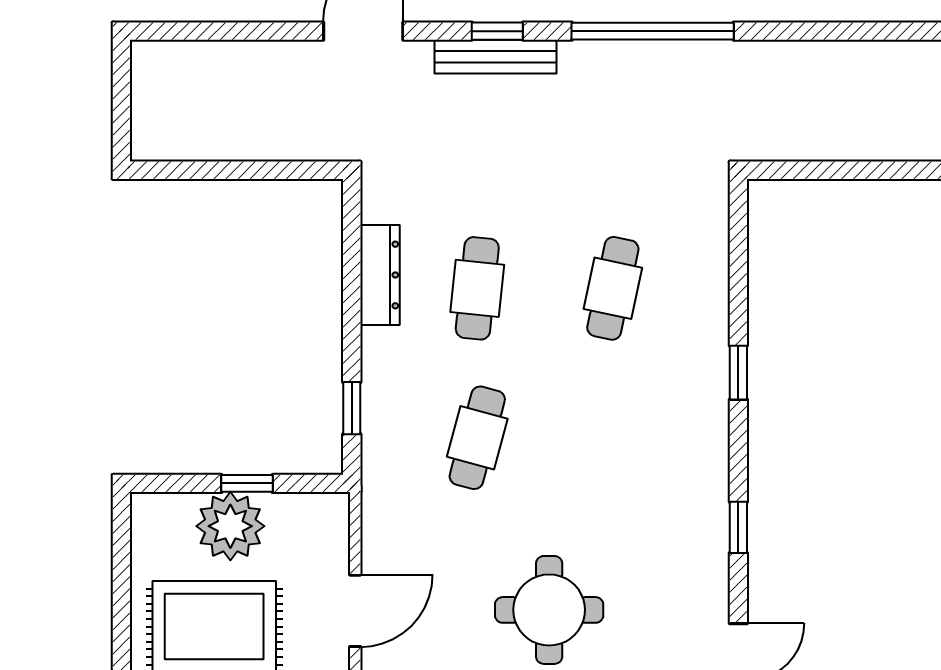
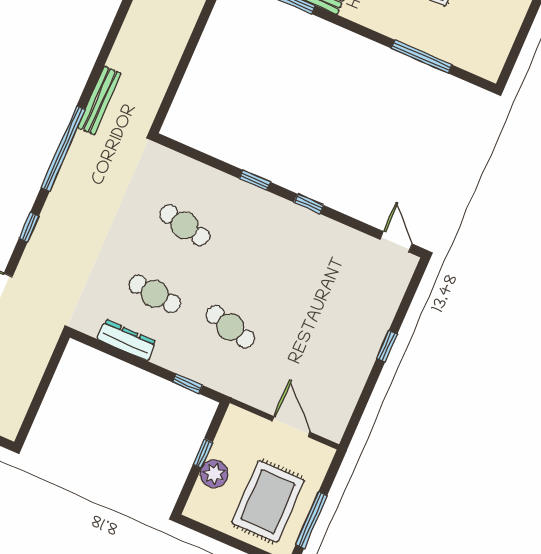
bench: (495, 57) -> (99, 100), moved
plant: (230, 526) -> (214, 474), width x0.73, depth x0.73
window: (738, 527) -> (309, 204), moved
round table: (549, 610) -> (333, 328), removed

